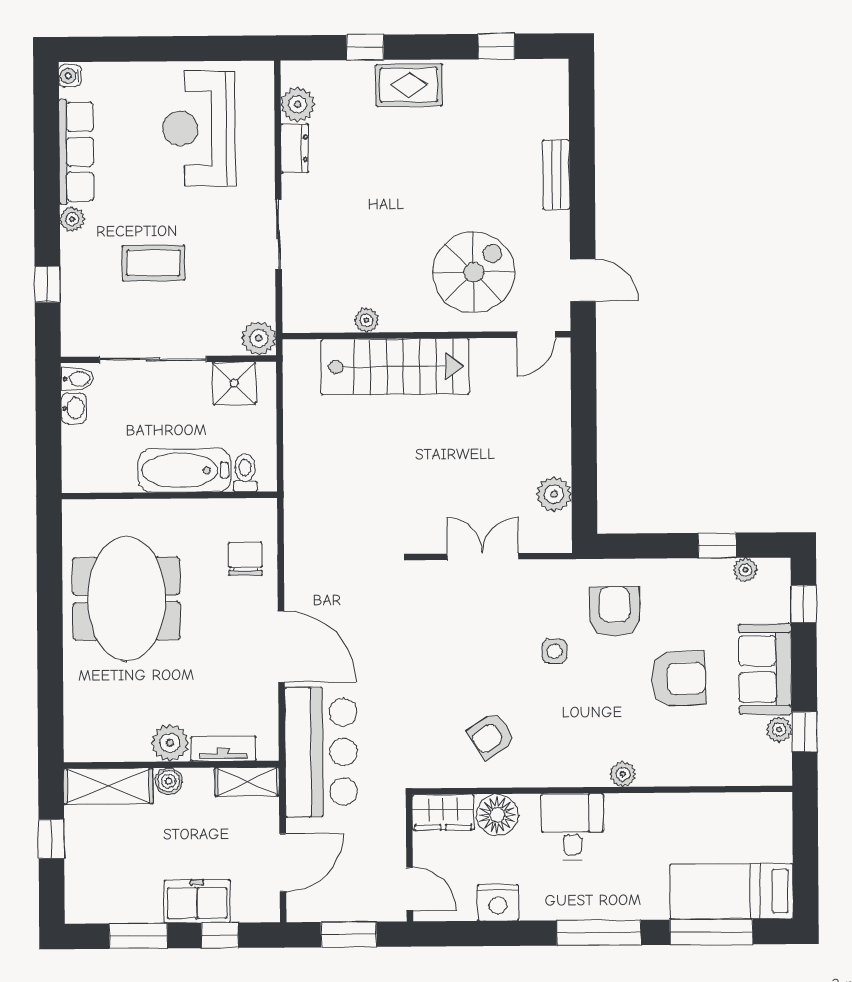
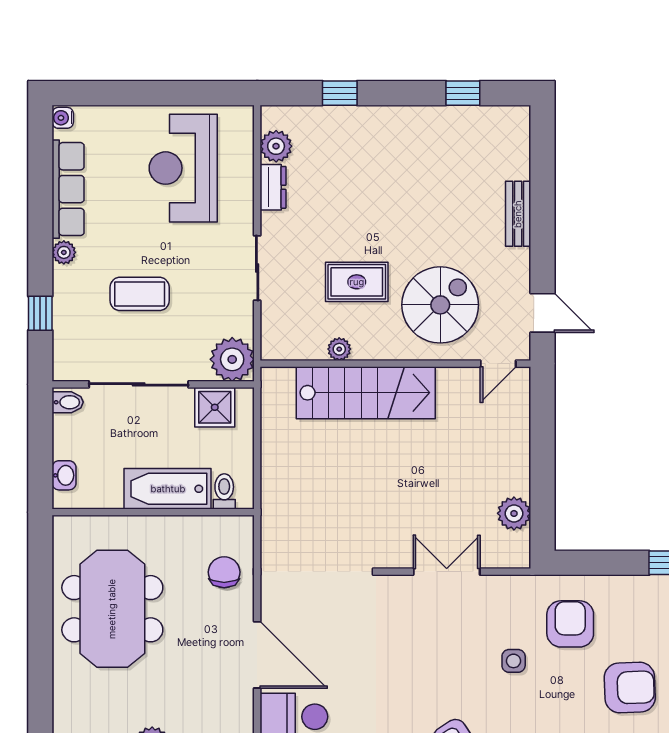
rug: (409, 85) -> (357, 282), moved
plant: (259, 338) -> (232, 359), width x1.36, depth x1.36
washbasin: (74, 408) -> (64, 475), moved

